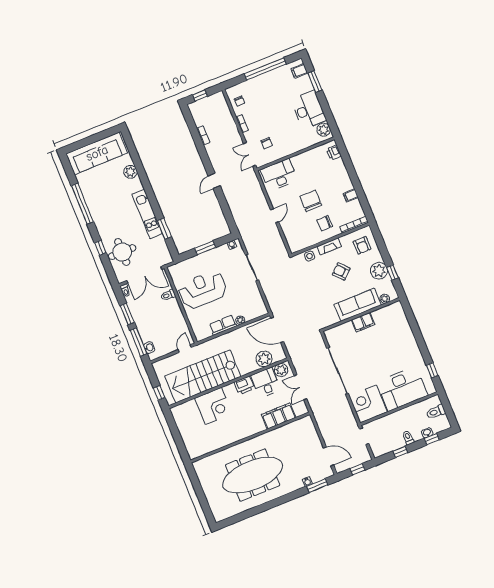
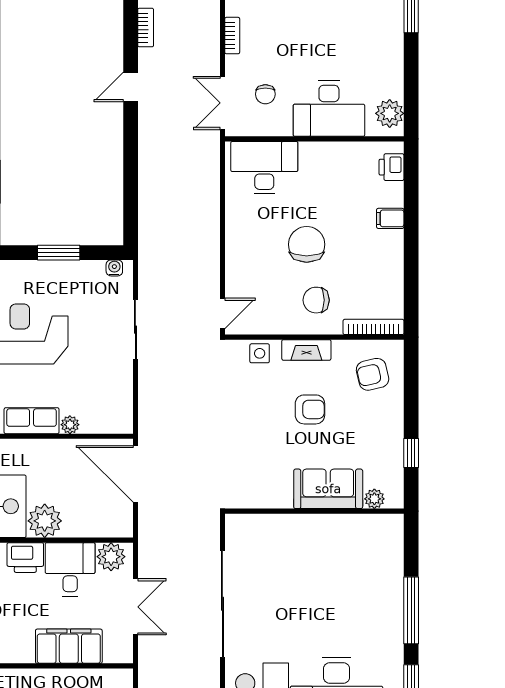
desk: (309, 110) -> (329, 109), moved, turned 90
door: (214, 181) -> (131, 87), moved
filing cabinet: (351, 195) -> (390, 218), moved
door: (275, 216) -> (222, 313), moved
armchair: (362, 245) -> (373, 374), turned 77
armchair: (341, 271) -> (310, 409), turned 133
plant: (379, 271) -> (386, 438), removed
sofa: (358, 305) -> (328, 489), width x0.73
filing cabinet: (363, 322) -> (313, 528), removed
window: (420, 341) -> (411, 610), added
plant: (264, 359) -> (45, 521), moved
double door: (300, 387) -> (135, 607), swing flipped

